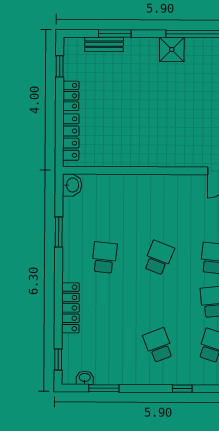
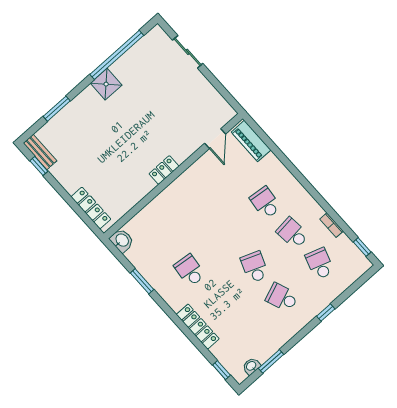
bench: (104, 44) -> (40, 152), moved, turned 90
locker: (71, 96) -> (164, 170), moved, turned -90
school desk: (159, 258) -> (255, 267), moved

